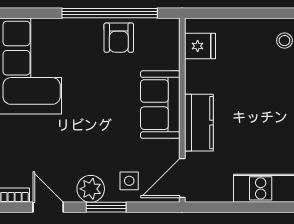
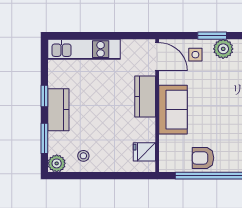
armchair: (119, 38) -> (203, 158), turned -90
door: (182, 178) -> (157, 57), hinge flipped

